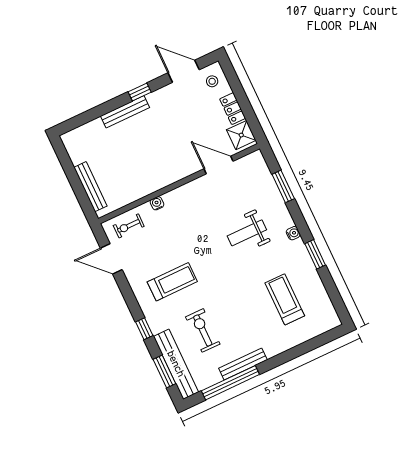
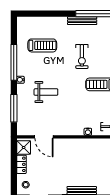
window: (283, 186) -> (14, 108), width x1.44
window: (315, 254) -> (14, 62), width x2.11
treadmill: (285, 299) -> (42, 45), turned -90
exercise bike: (203, 330) -> (82, 57), moved

